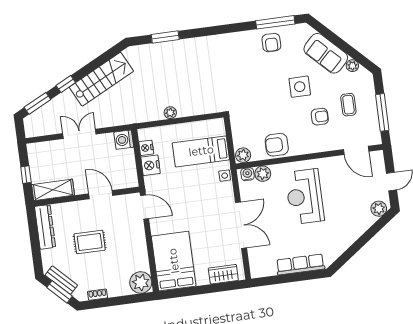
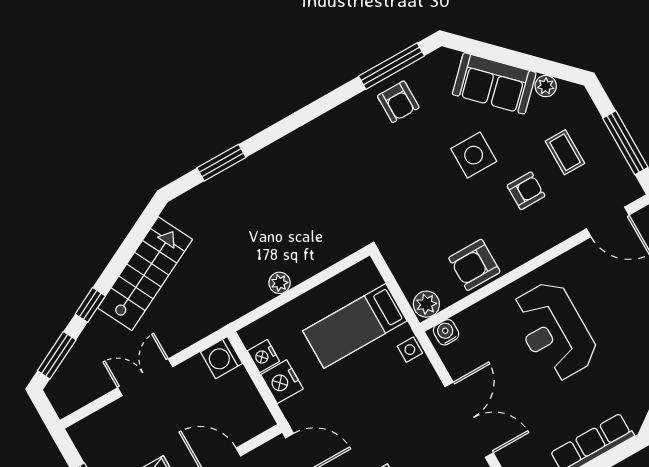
plant: (263, 174) -> (471, 321), removed

